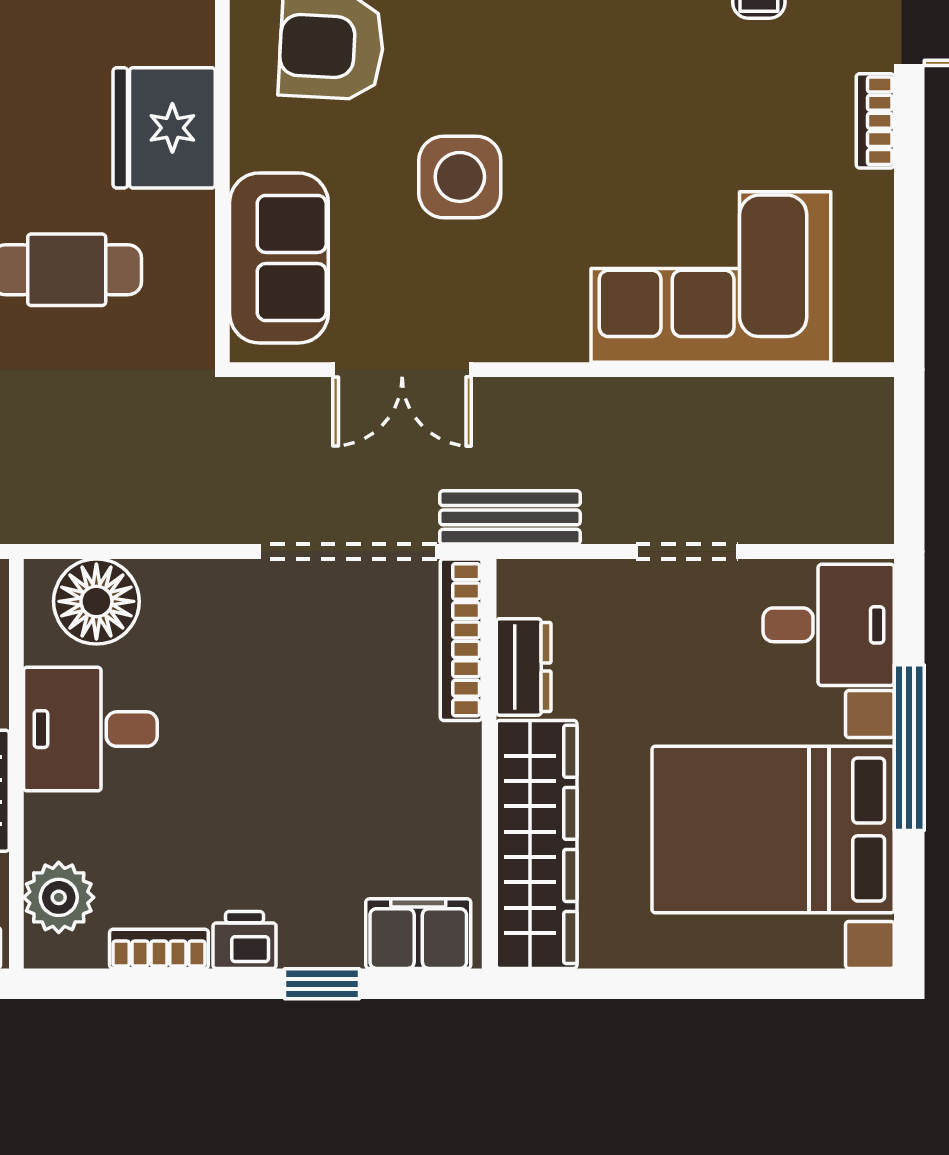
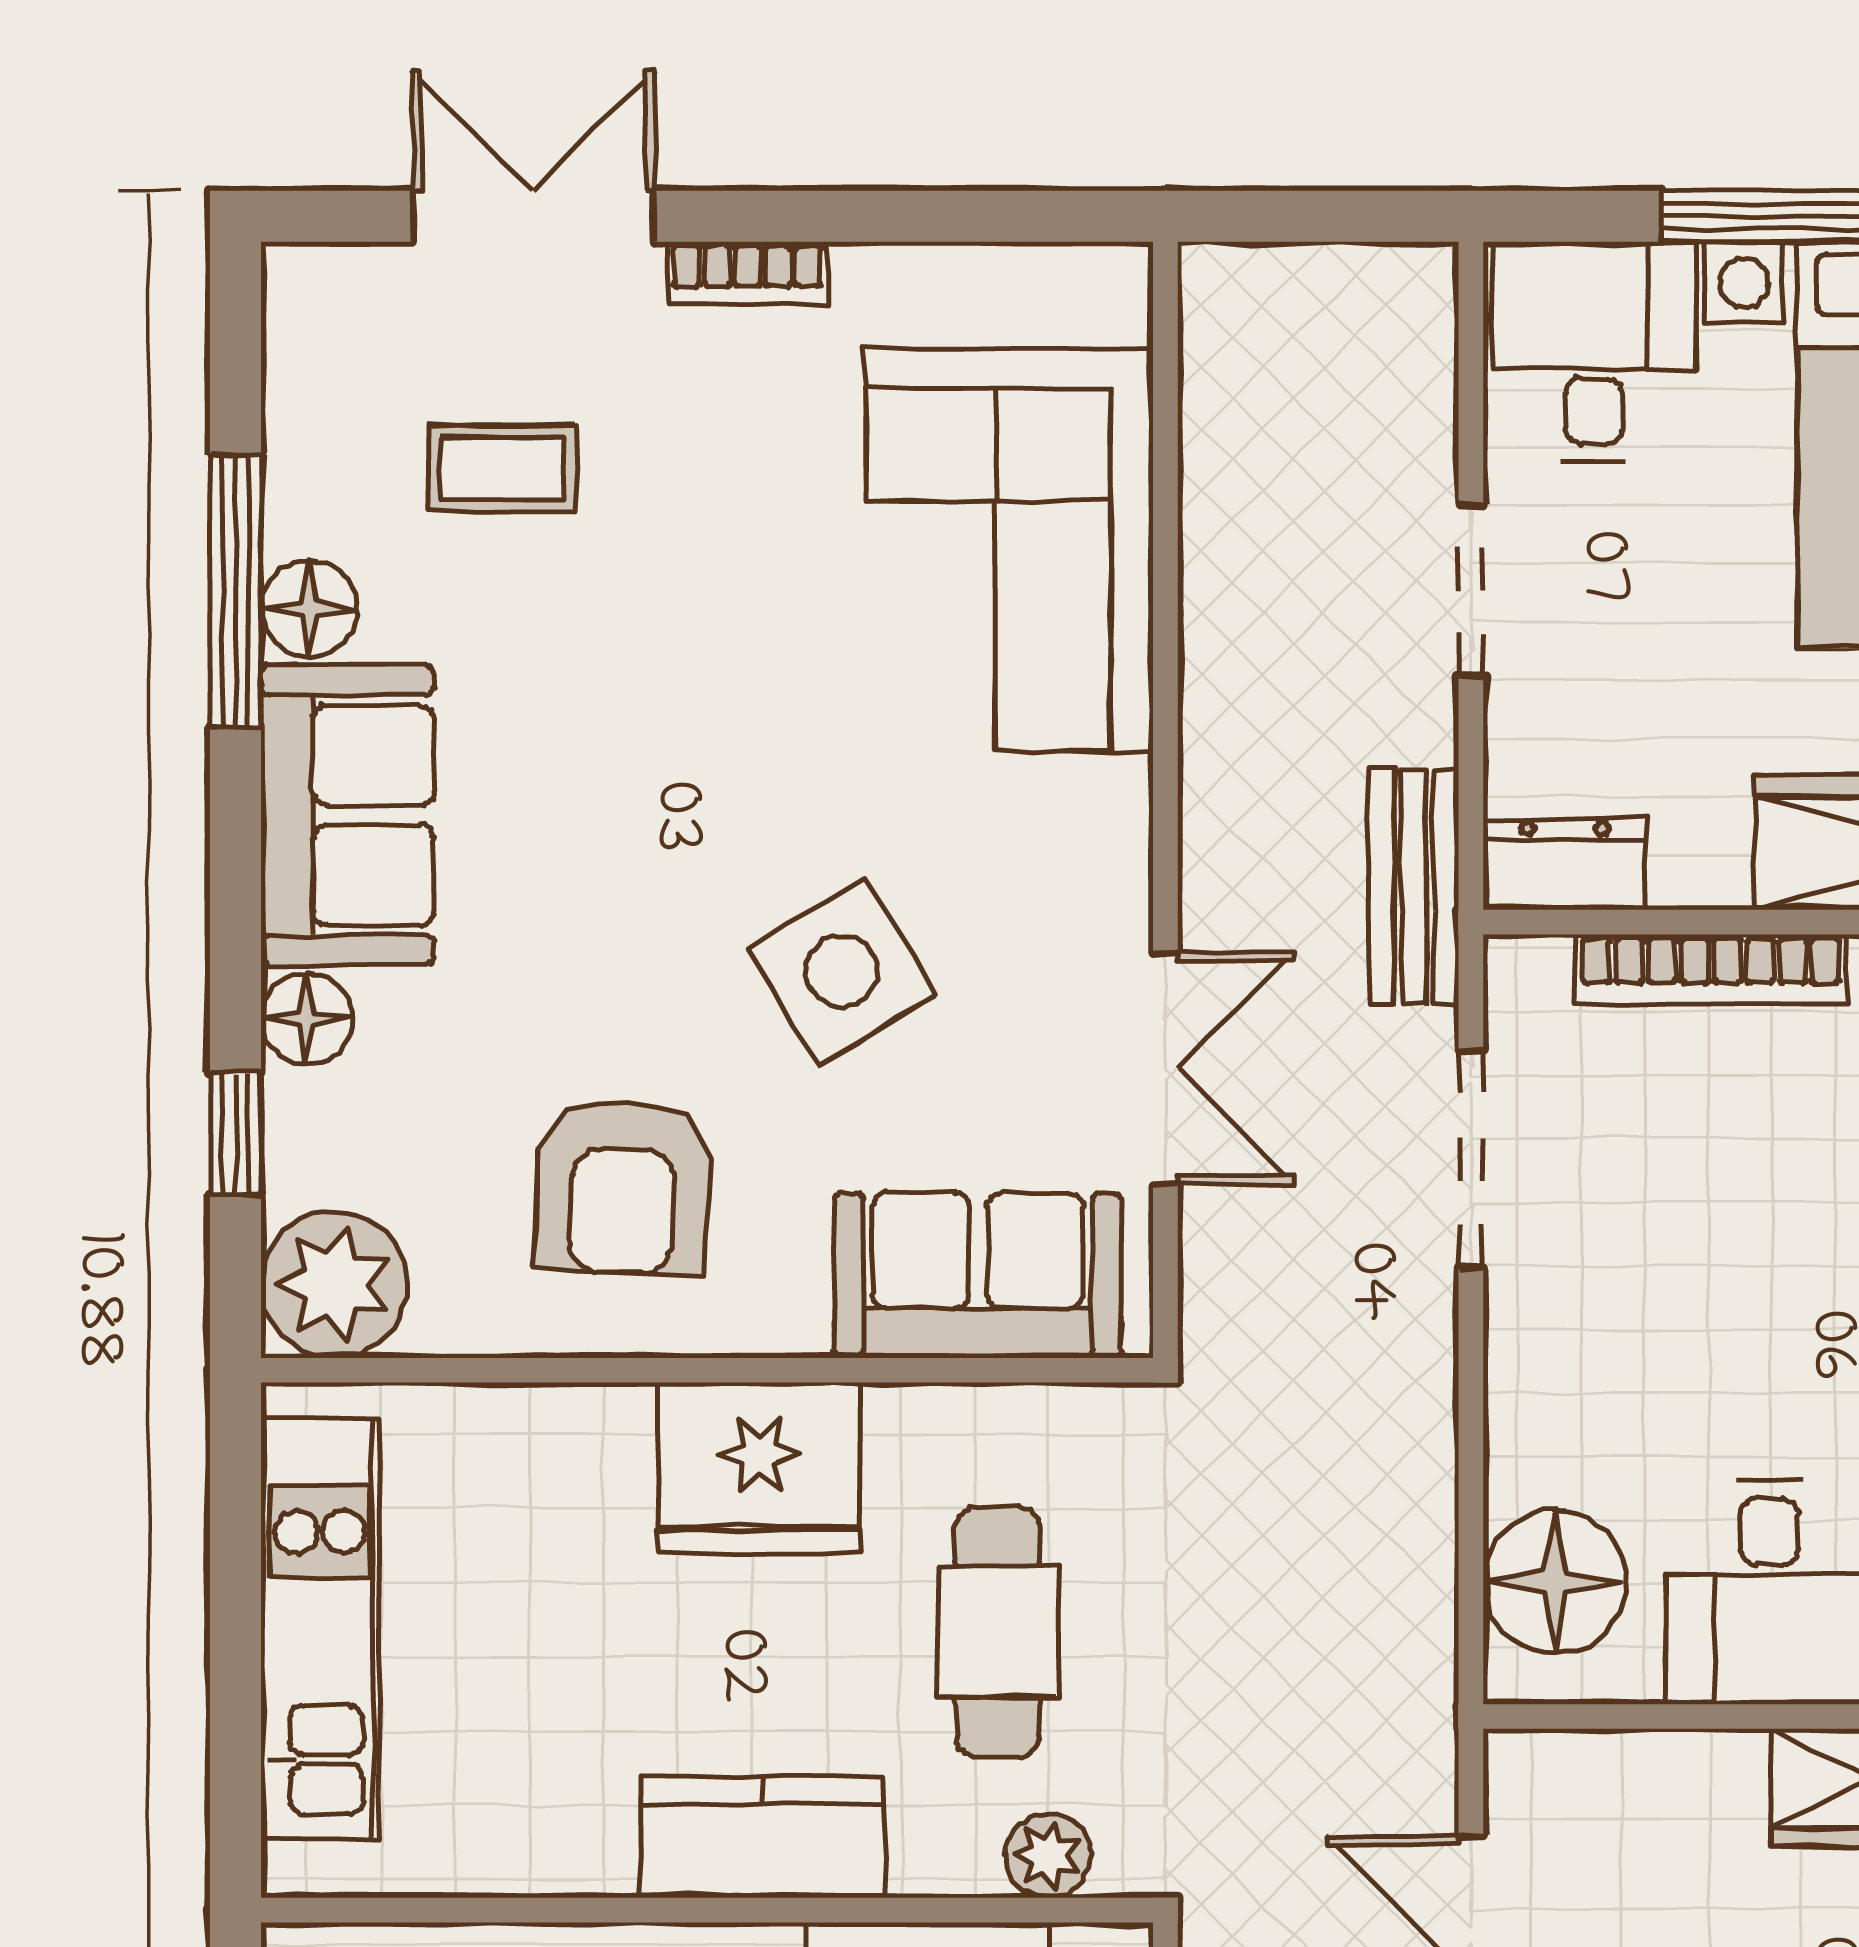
side table: (460, 177) -> (842, 971), turned -31
doorway: (348, 551) -> (1471, 1159), width x0.73
bookcase: (461, 640) -> (1711, 969), moved
dresser: (524, 667) -> (1565, 864), moved

